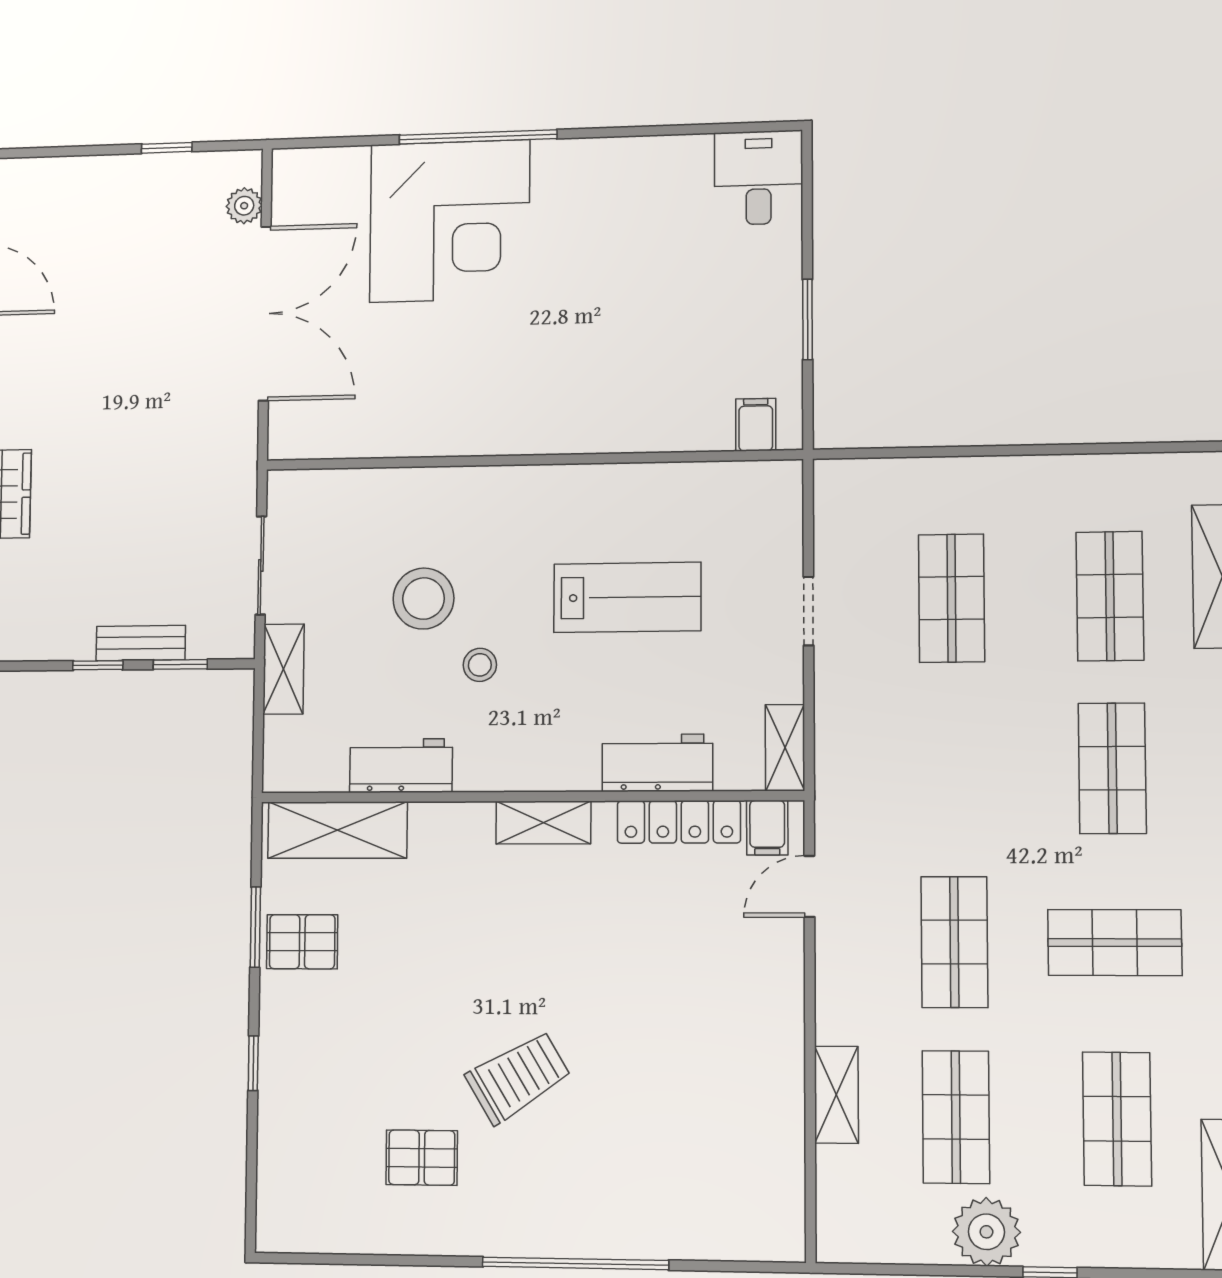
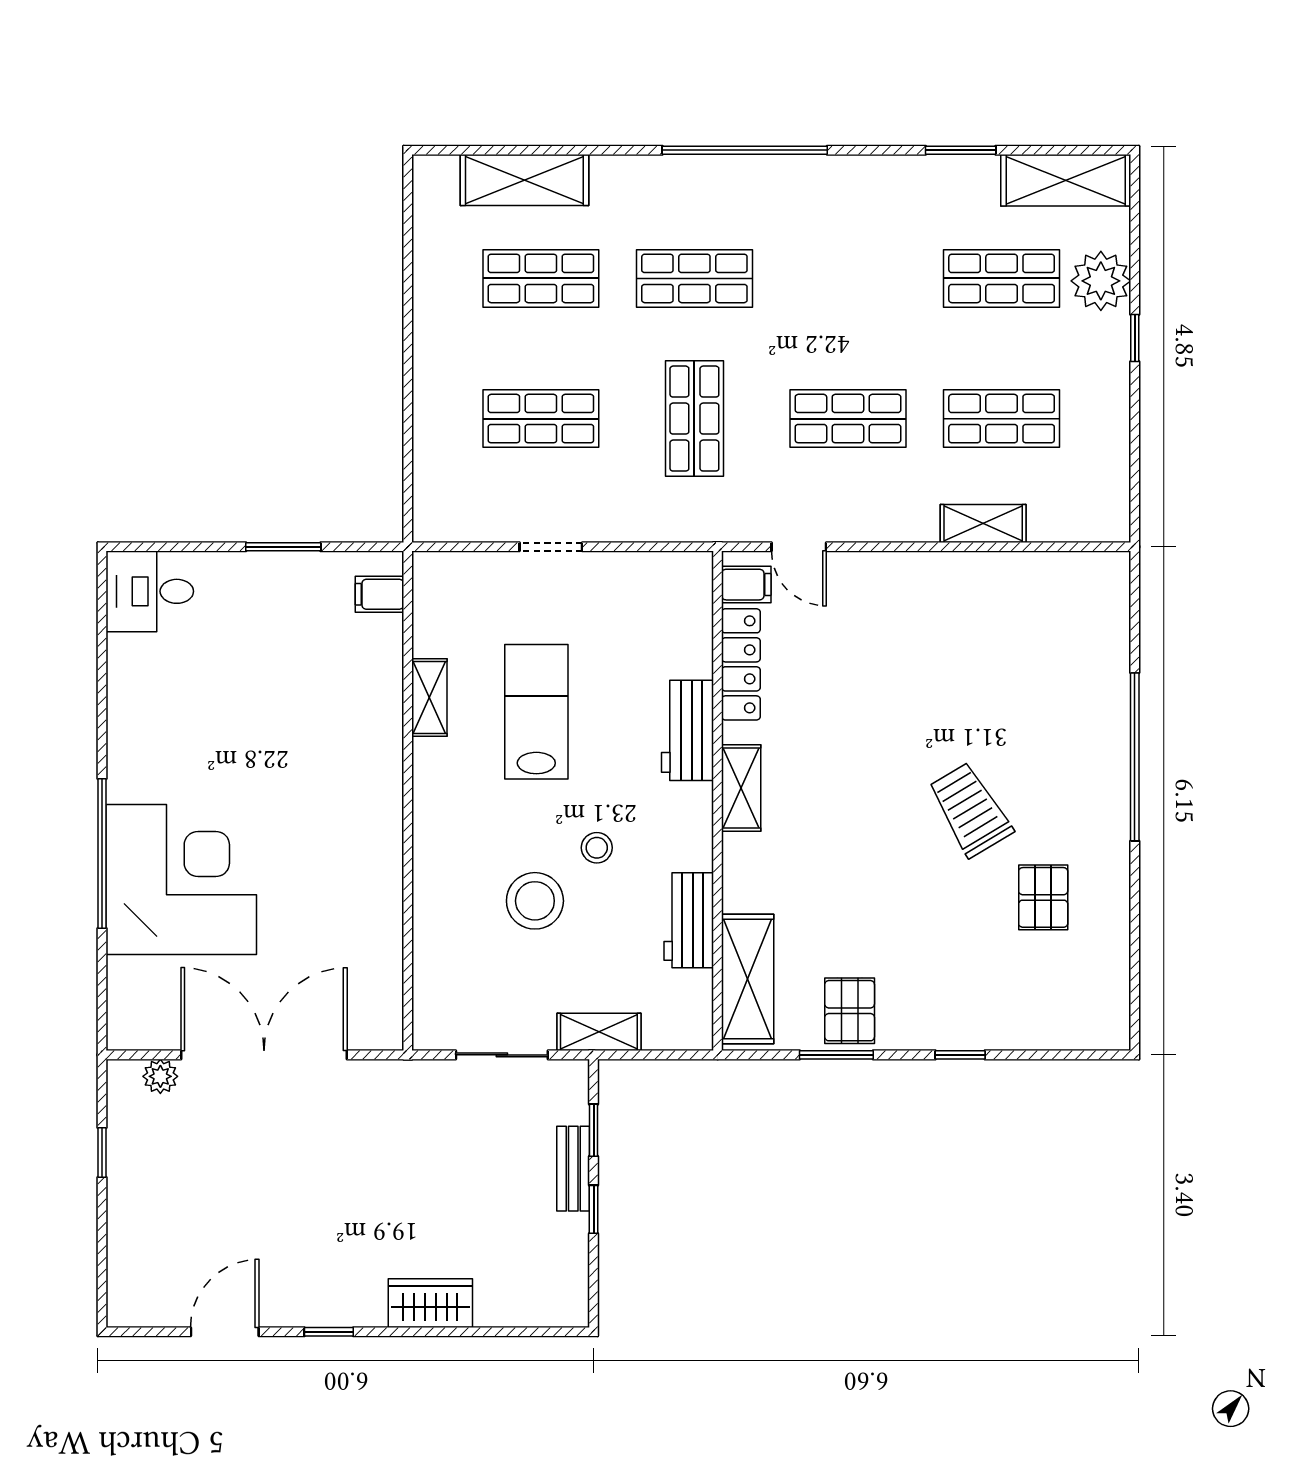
shelving: (785, 748) -> (429, 698), moved, turned 90
workbench: (657, 763) -> (687, 730), moved
shop shelf: (1115, 943) -> (694, 419), moved
plant: (986, 1232) -> (1101, 281), moved

